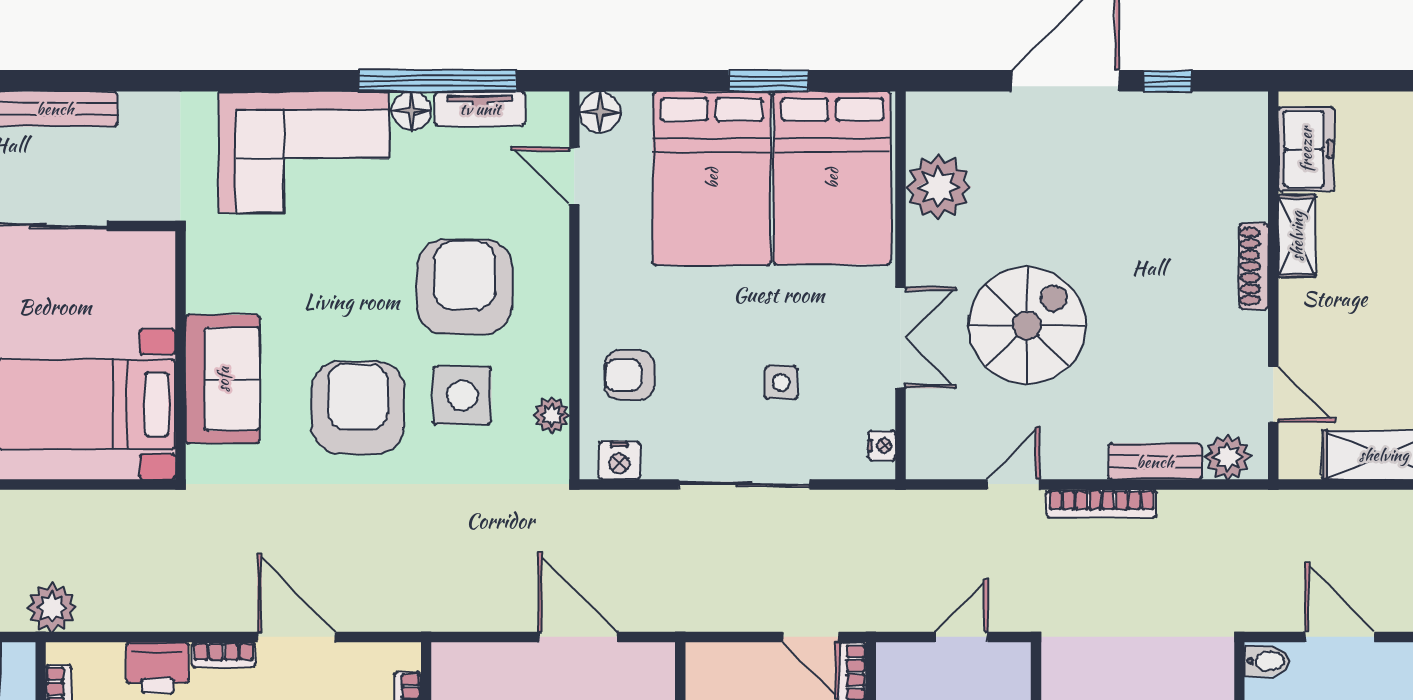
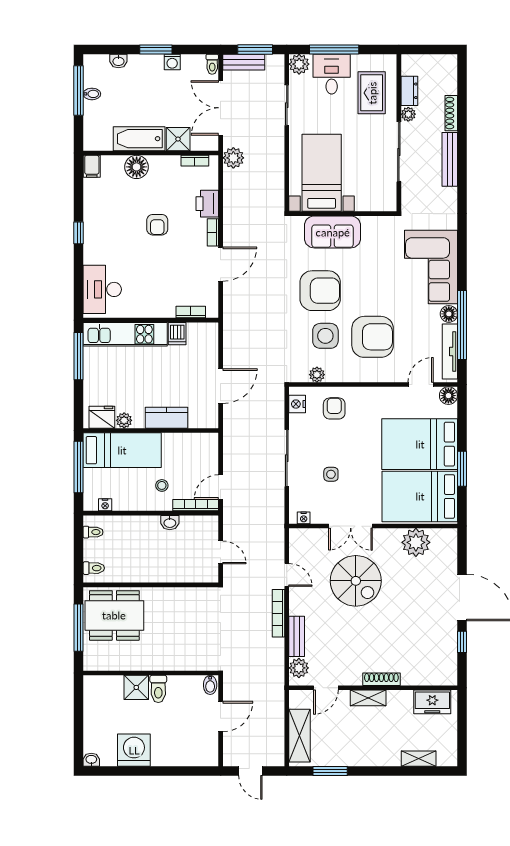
tv unit: (480, 109) -> (450, 351), width x1.41
shelving: (1297, 236) -> (368, 698), moved

